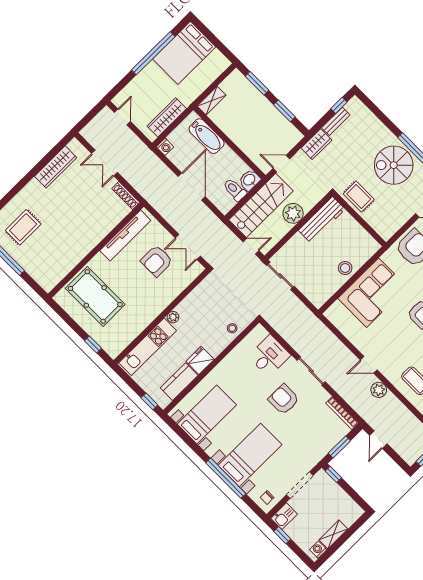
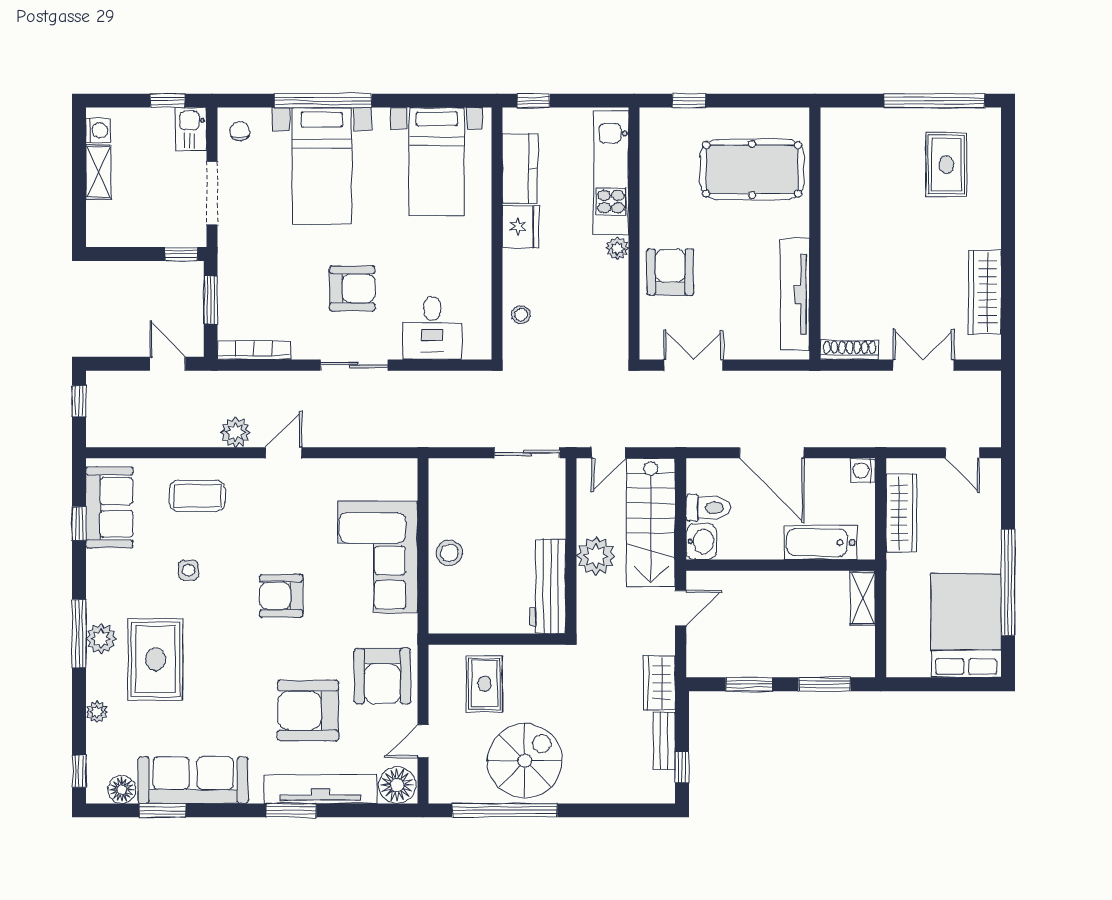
rug: (359, 197) -> (484, 684), moved, turned 90
armchair: (157, 261) -> (670, 272), moved

